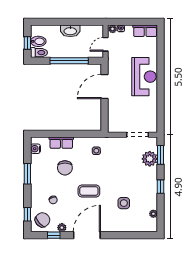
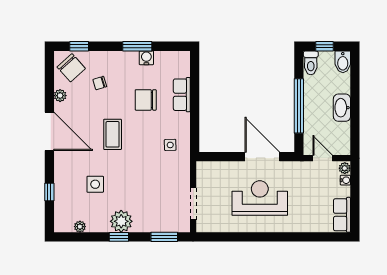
bidet: (38, 41) -> (343, 62), moved
reception desk: (144, 77) -> (260, 198), moved, turned 180
water cooler: (35, 149) -> (146, 58), moved
plant: (150, 159) -> (121, 221), moved
window: (54, 235) -> (49, 192), moved

